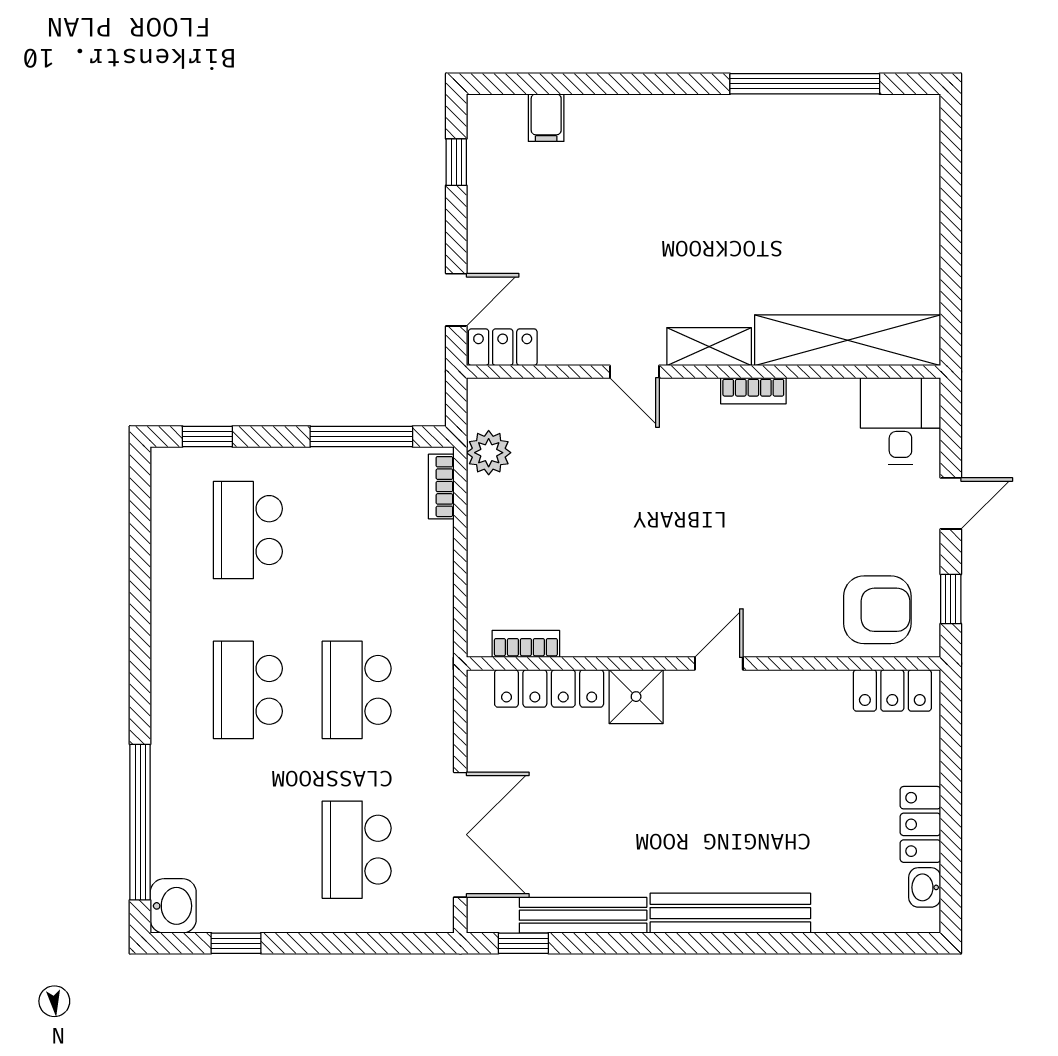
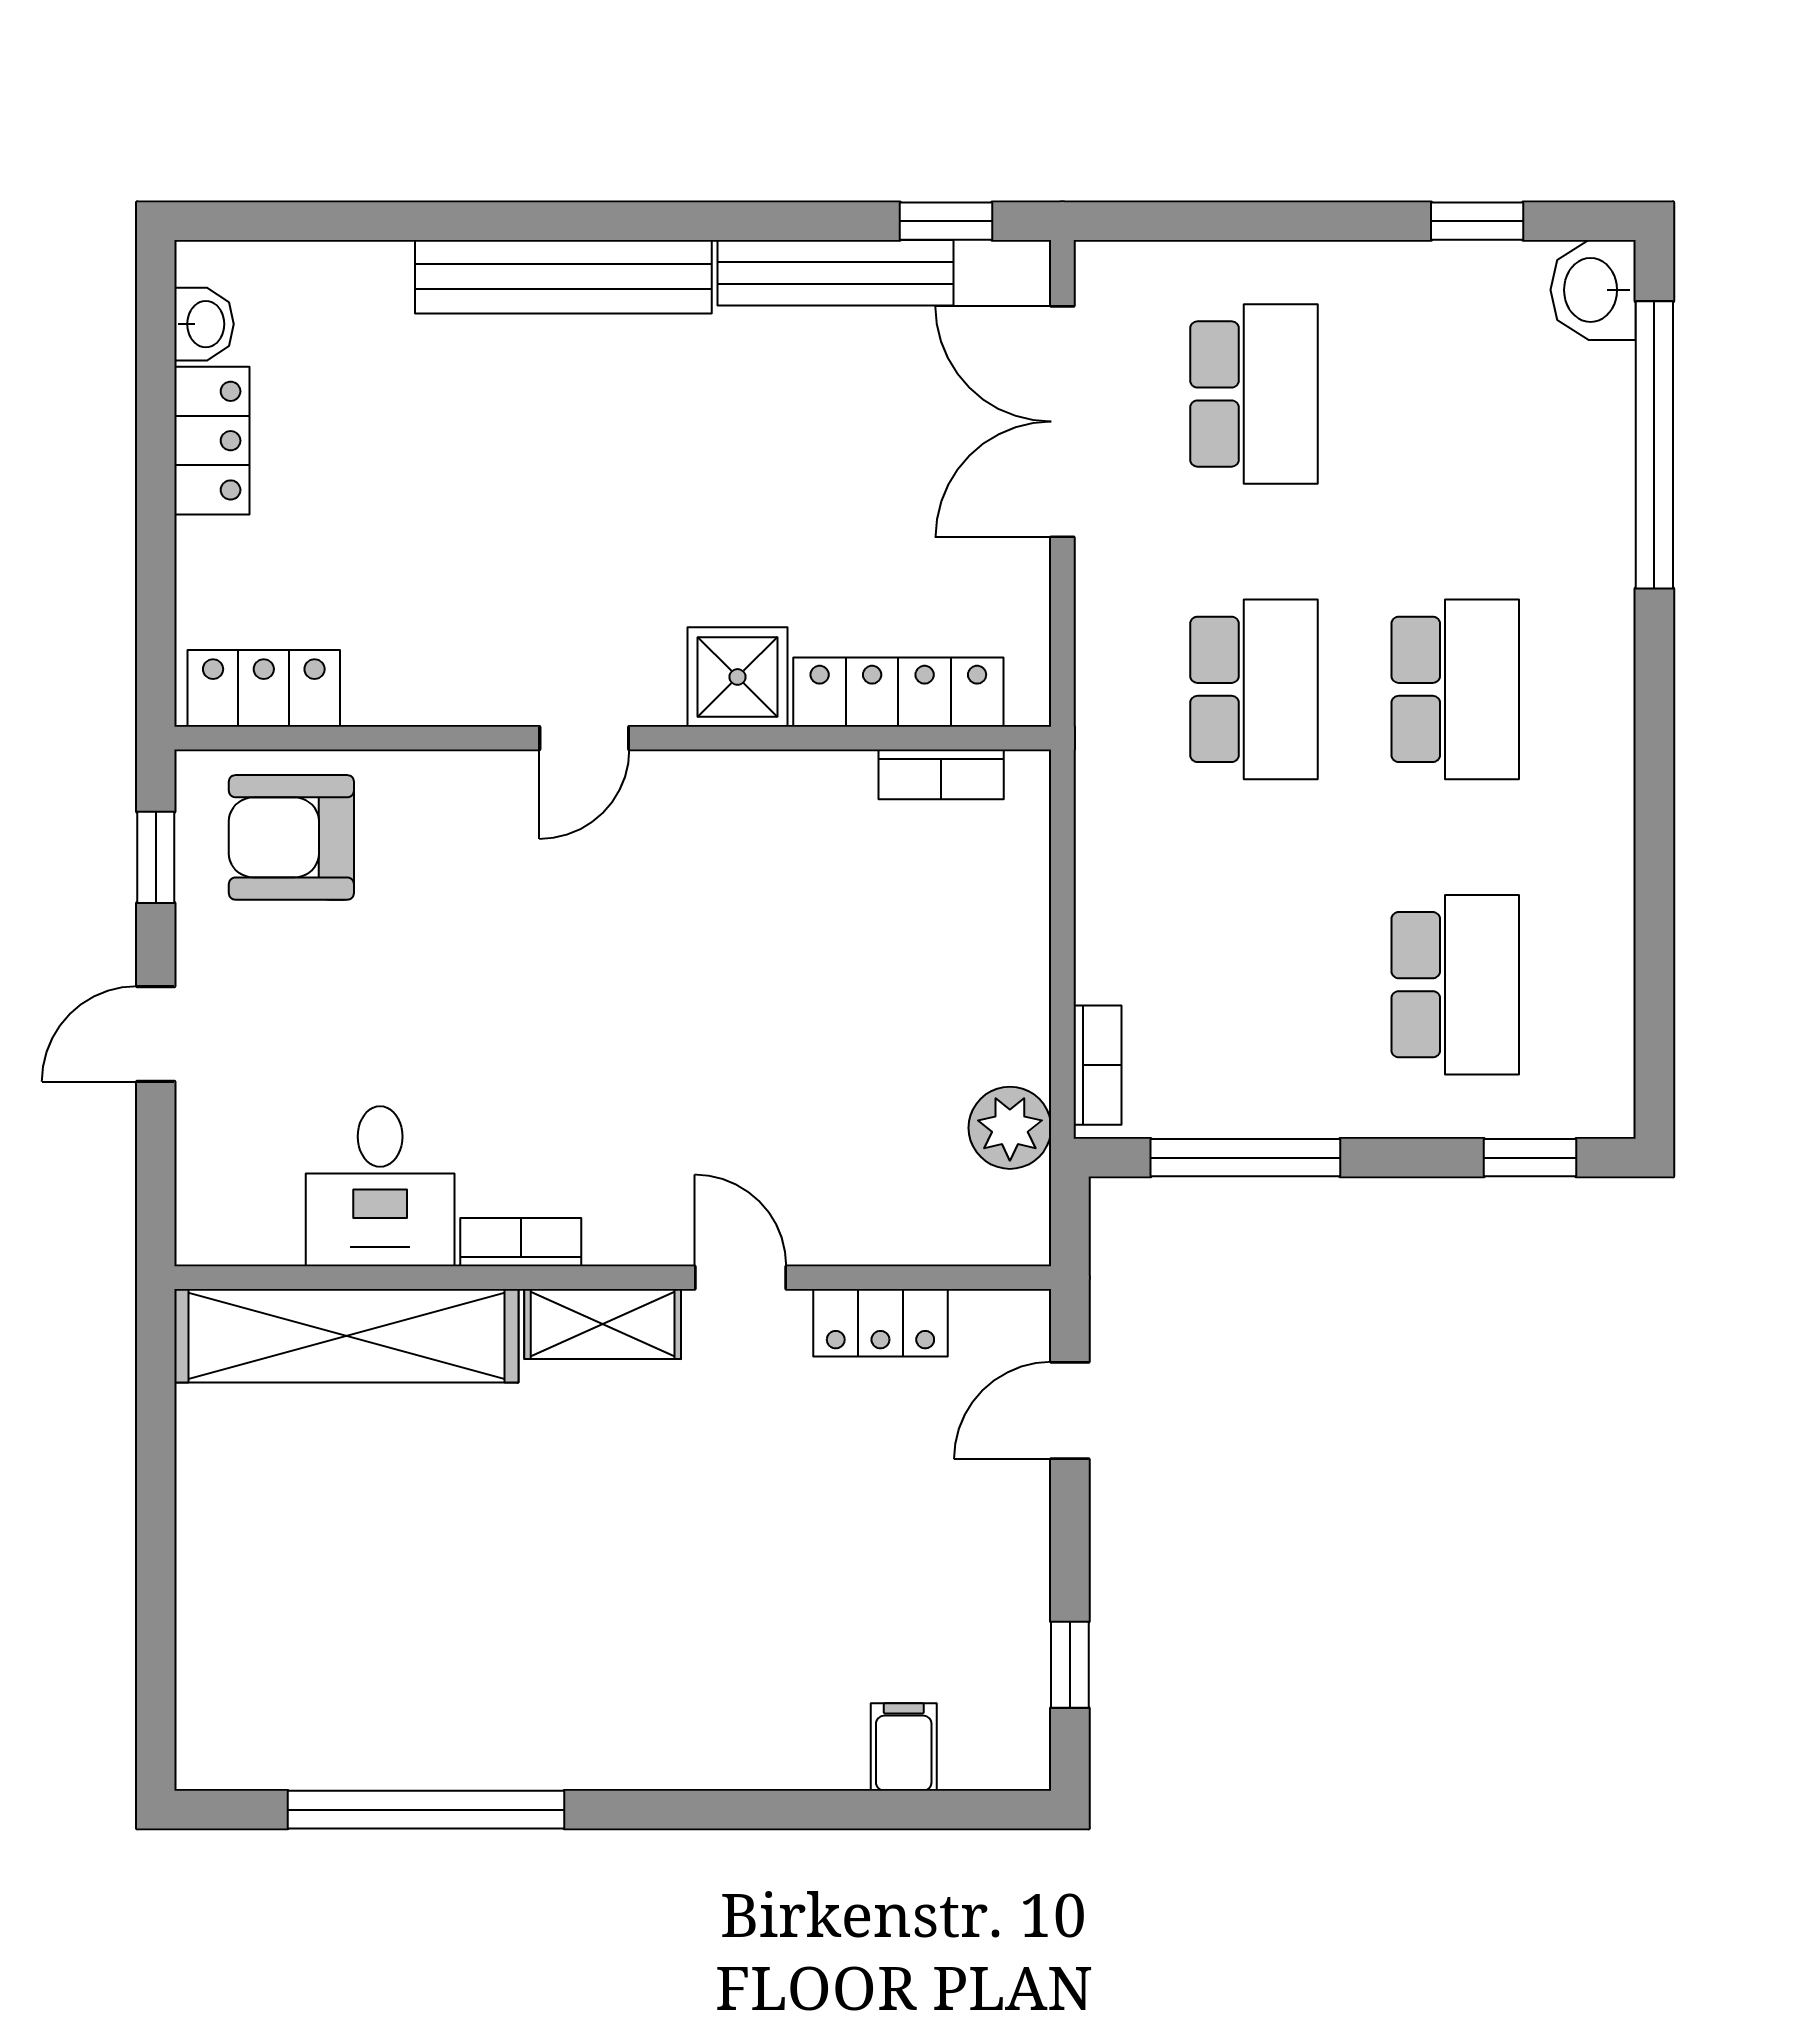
locker: (503, 347) -> (880, 1323), moved
desk: (900, 421) -> (380, 1186), moved

